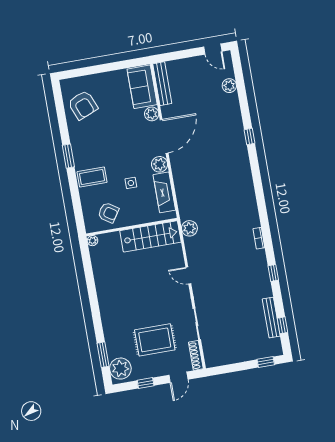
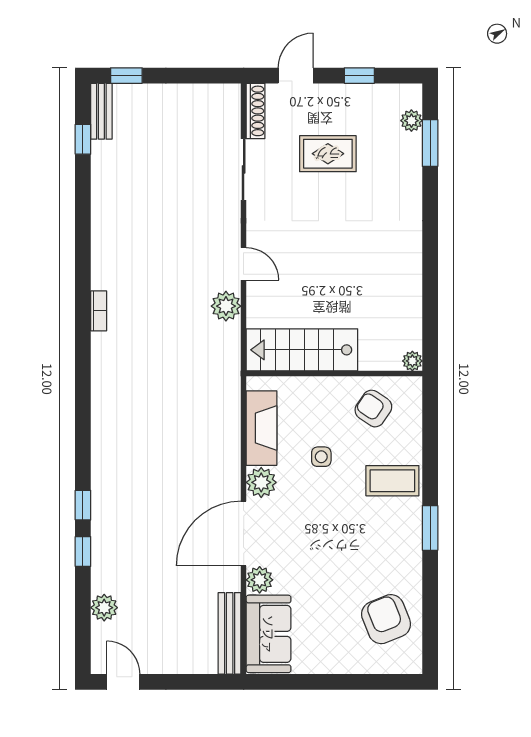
plant: (189, 228) -> (226, 306), moved
window: (273, 273) -> (83, 552), moved
bench: (271, 318) -> (101, 111), moved, width x0.73
rug: (155, 340) -> (328, 154), width x0.73, depth x0.70
plant: (120, 369) -> (411, 121), width x0.53, depth x0.53

